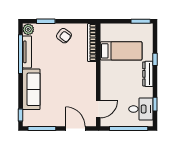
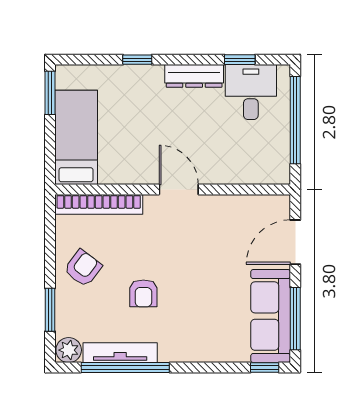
bed: (121, 51) -> (76, 137), moved
armchair: (53, 62) -> (143, 293), added
dresser: (148, 74) -> (194, 76), moved
sofa: (31, 89) -> (271, 316), moved, turned -90
door: (98, 109) -> (179, 190), moved

